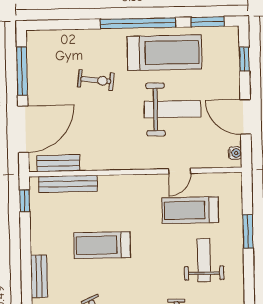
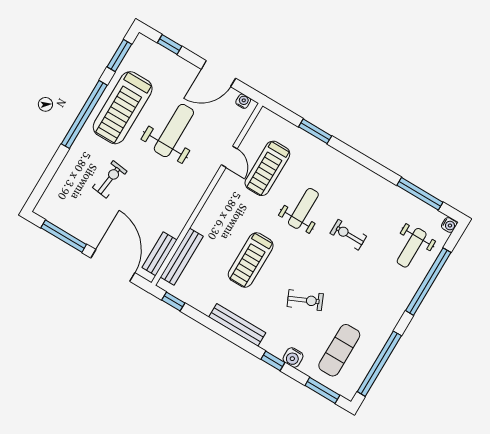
treadmill: (164, 53) -> (123, 108), turned 180
weight bench: (204, 260) -> (303, 208), moved, turned 90
bench: (39, 276) -> (237, 325), width x1.36

